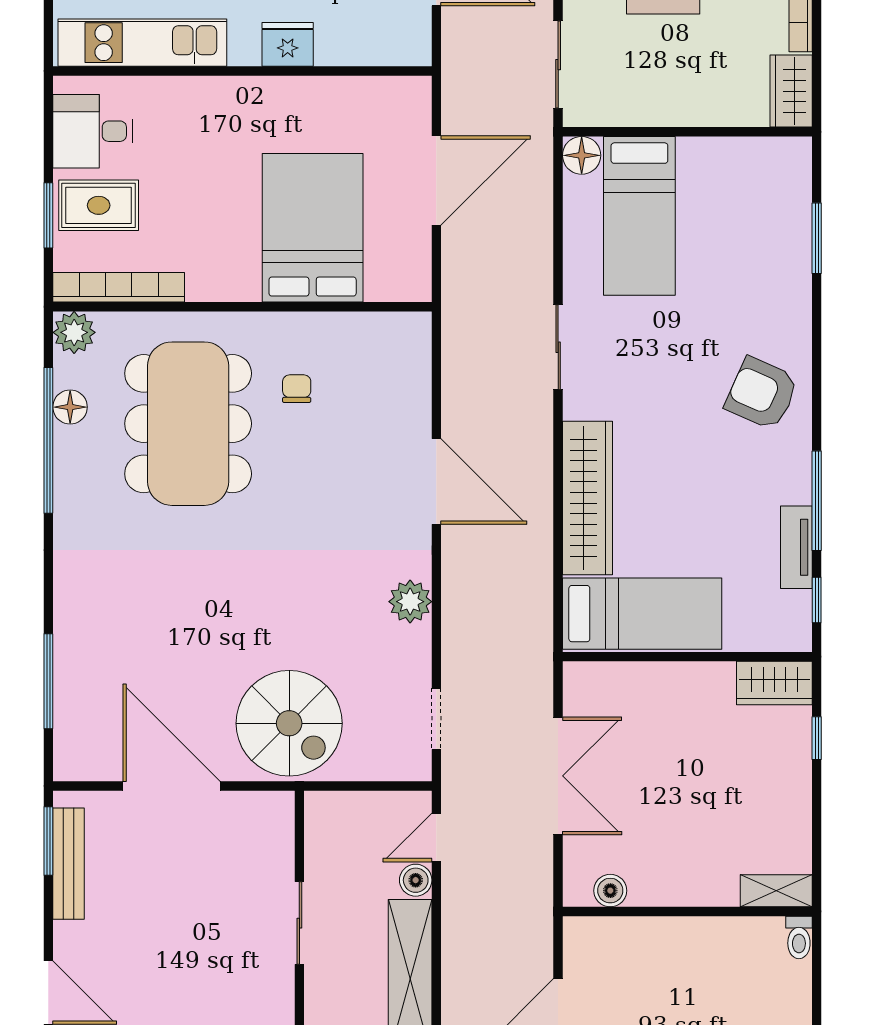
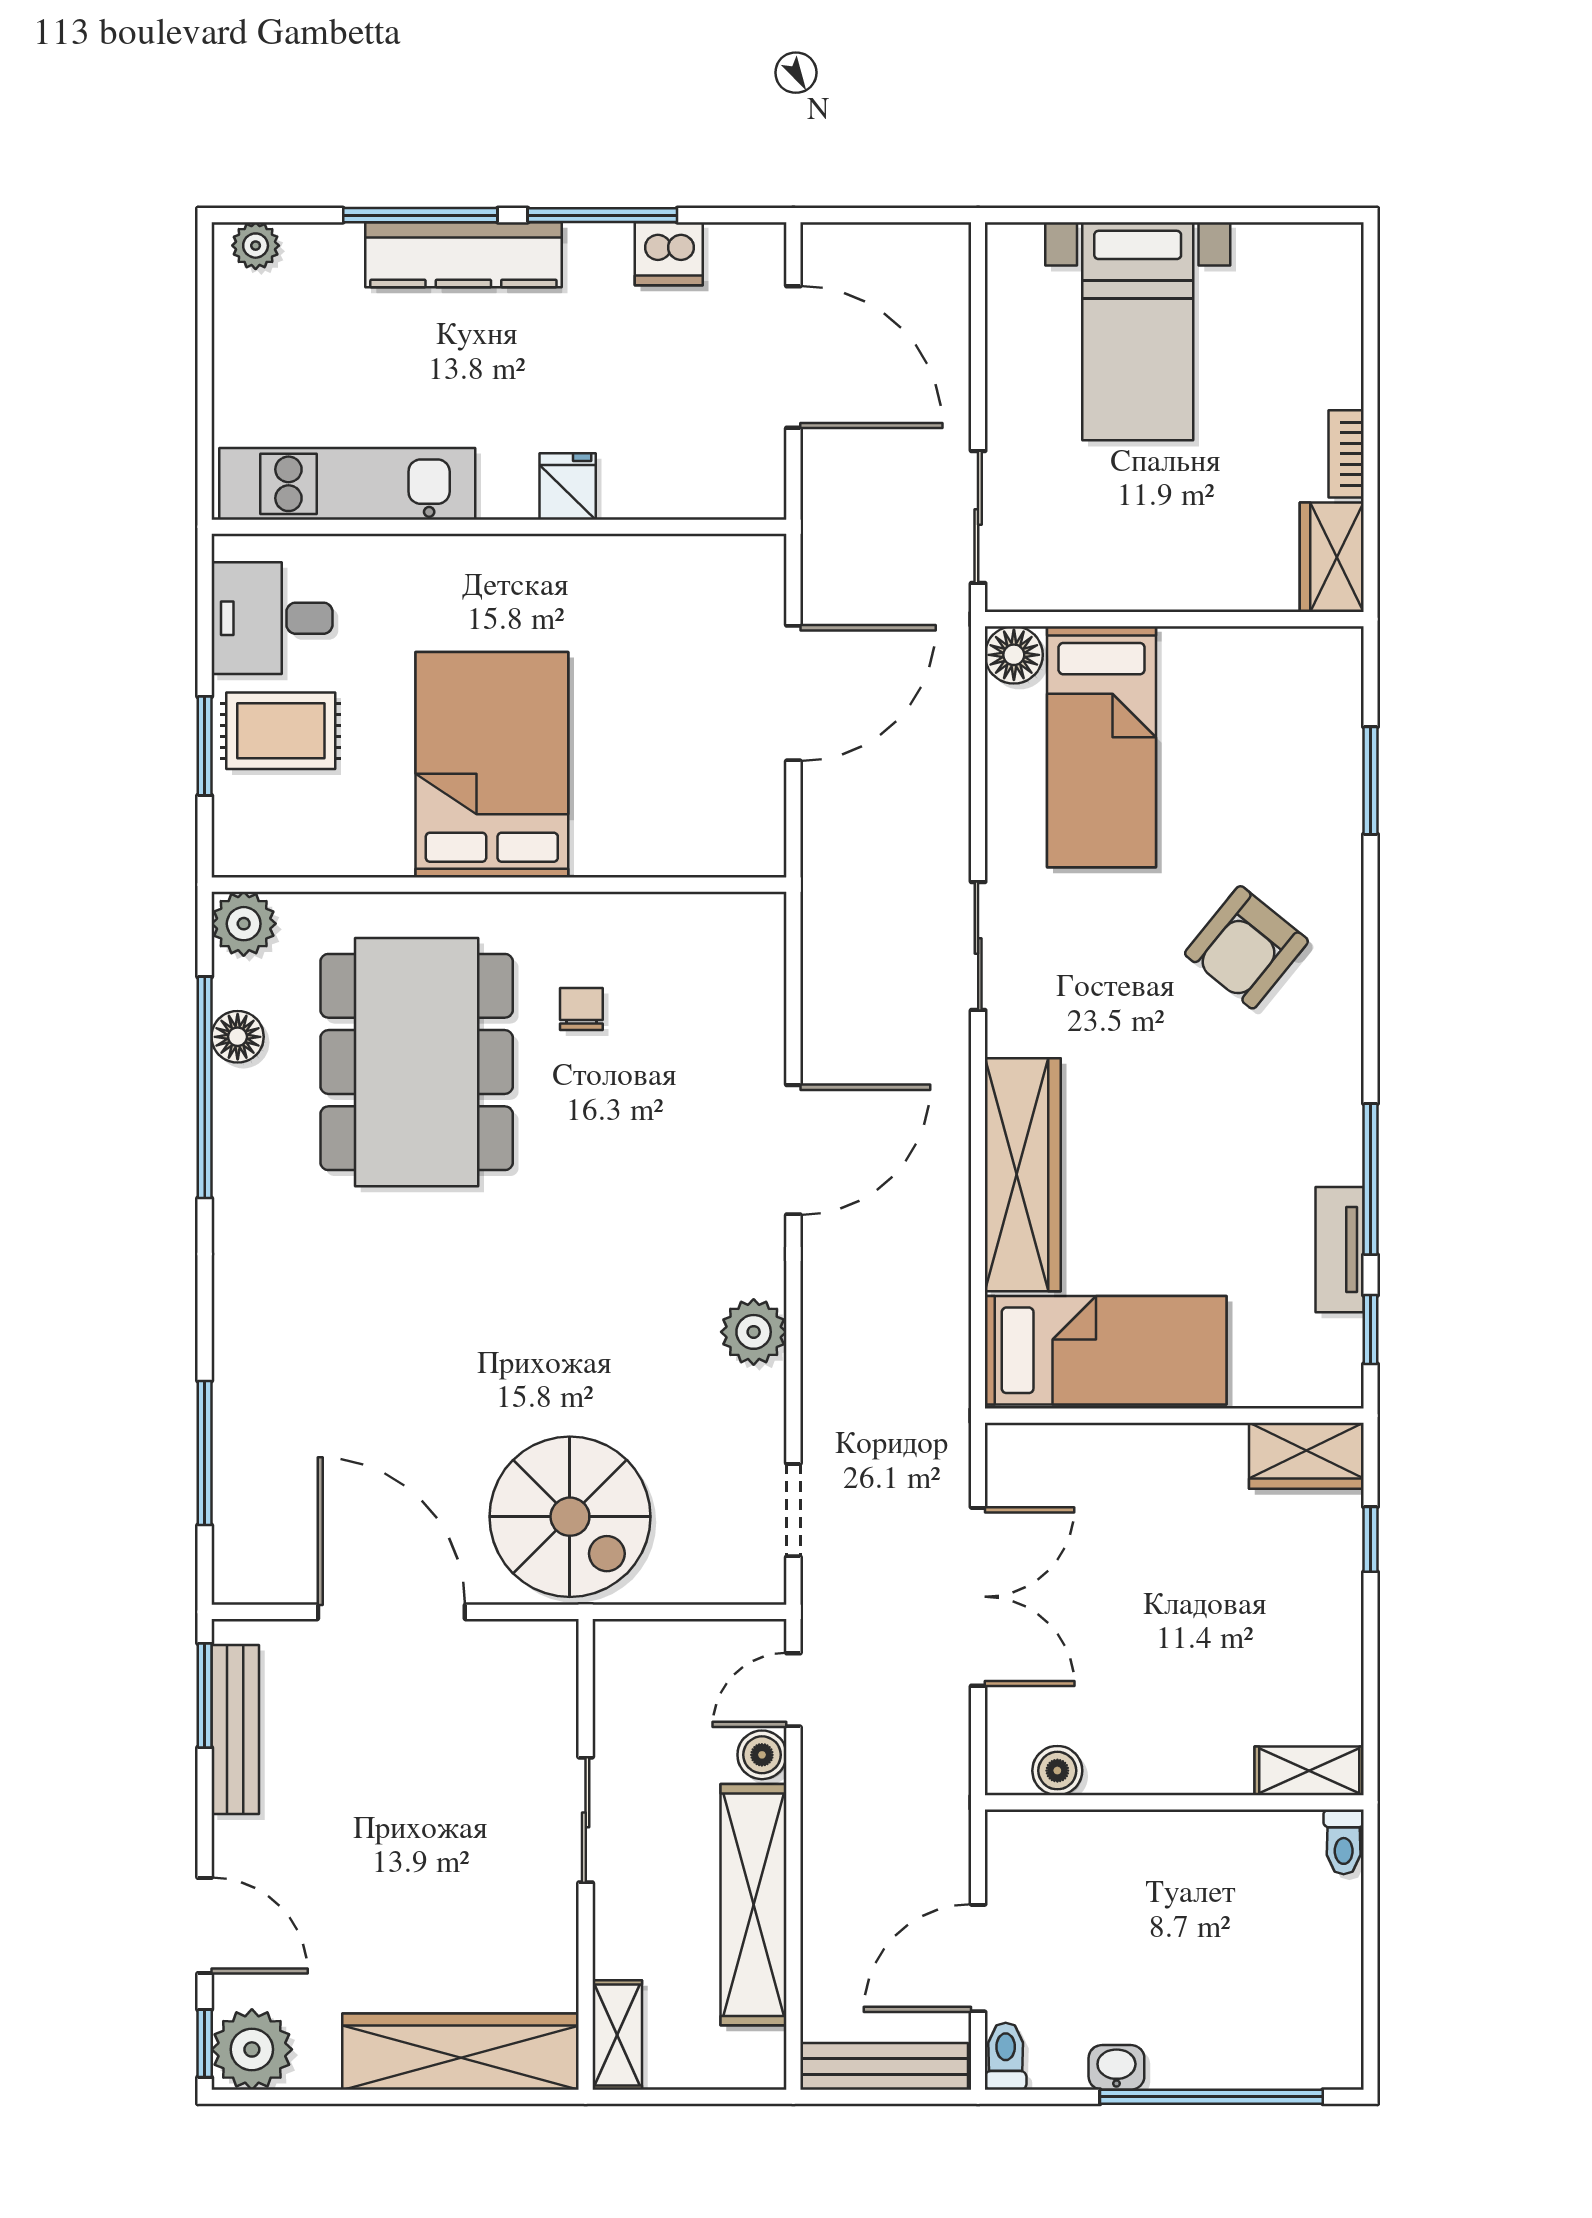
fridge: (288, 44) -> (568, 486), width x0.72
bed: (313, 228) -> (492, 765), moved
bookcase: (119, 287) -> (311, 855), removed
armchair: (762, 393) -> (1246, 947), moved, turned -75
door: (436, 481) -> (793, 1150), hinge flipped

